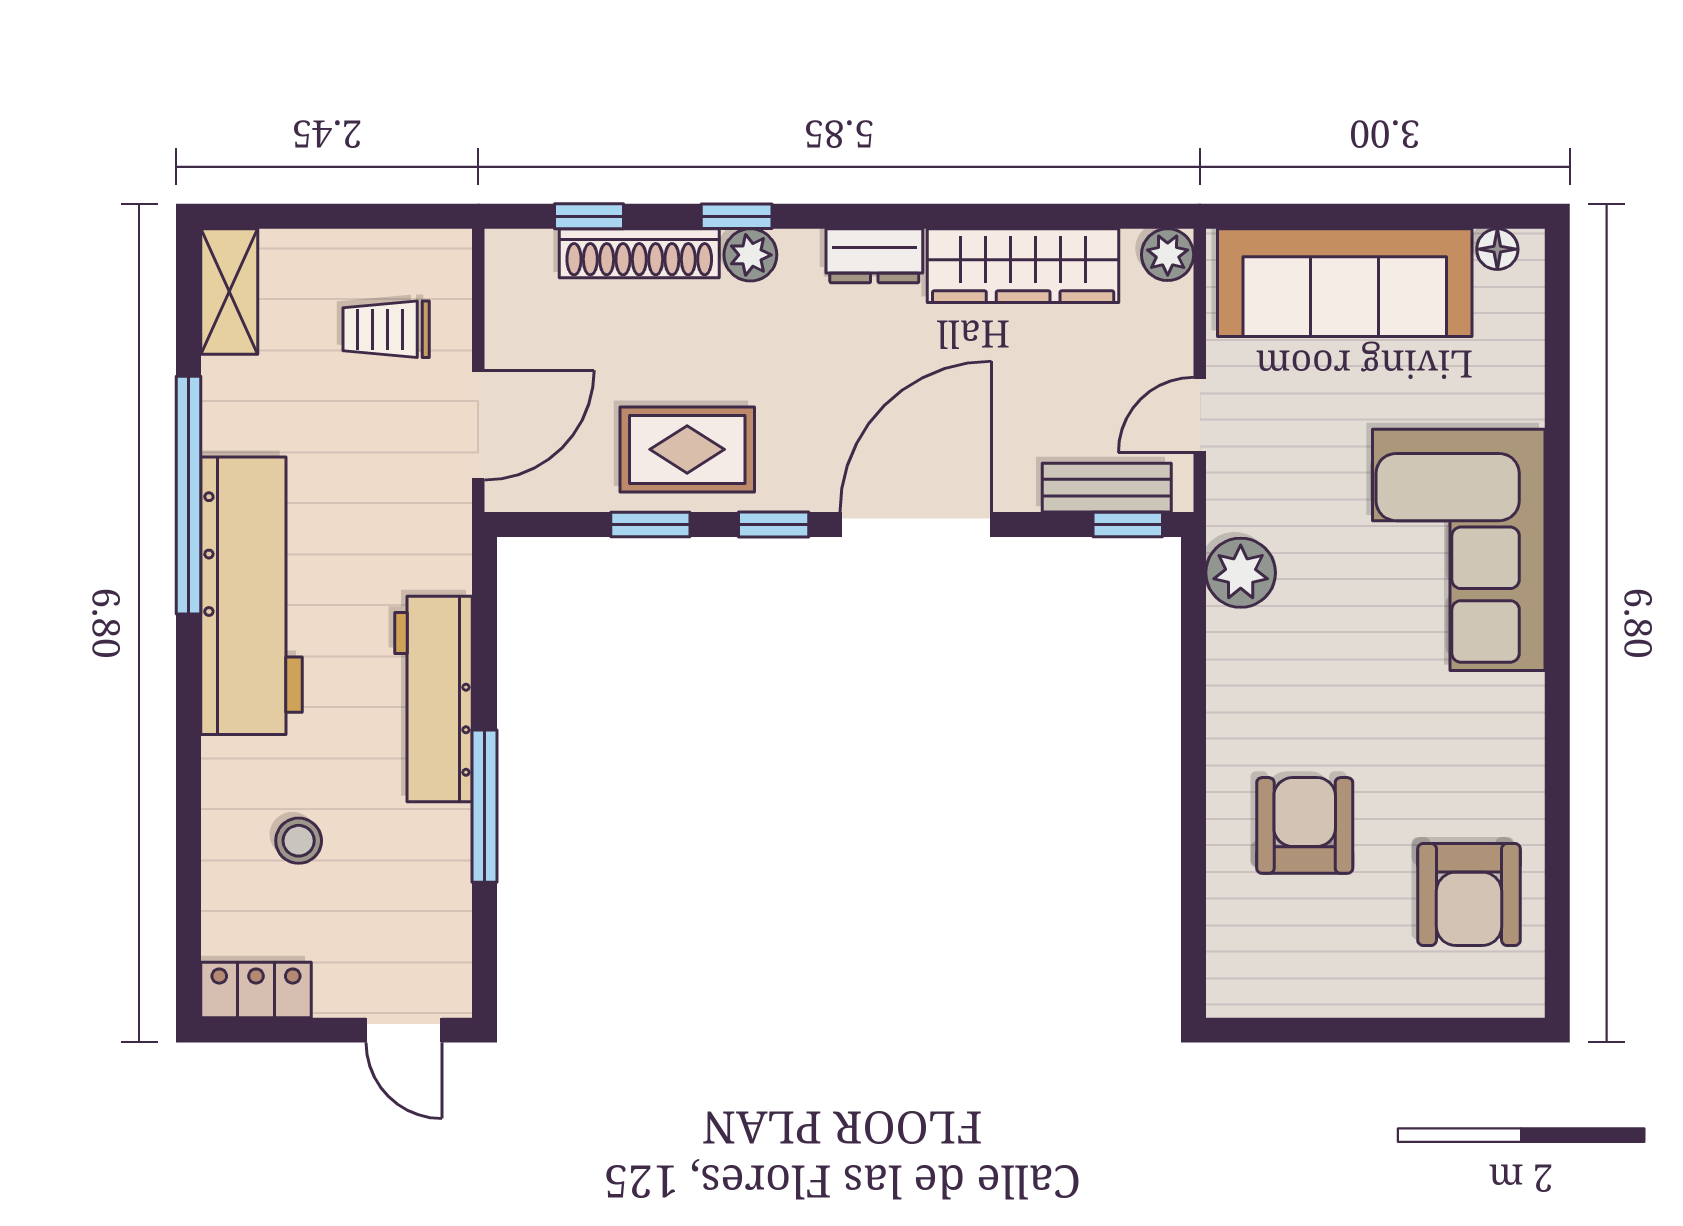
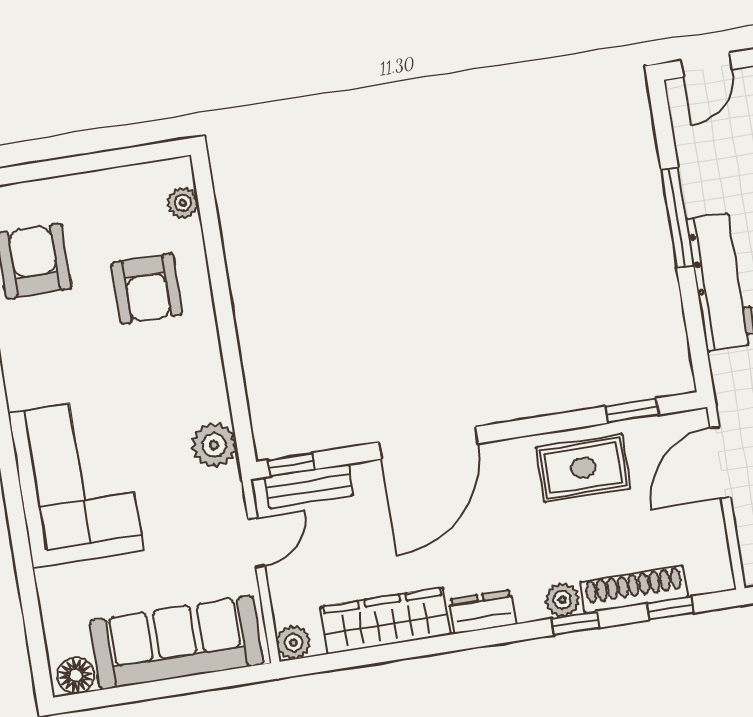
floor lamp: (1497, 249) -> (76, 676), width x1.37, depth x1.37
window: (650, 525) -> (632, 411), moved
window: (774, 525) -> (520, 428), removed
plant: (1230, 947) -> (183, 203), added
door: (404, 1030) -> (707, 65), swing flipped

